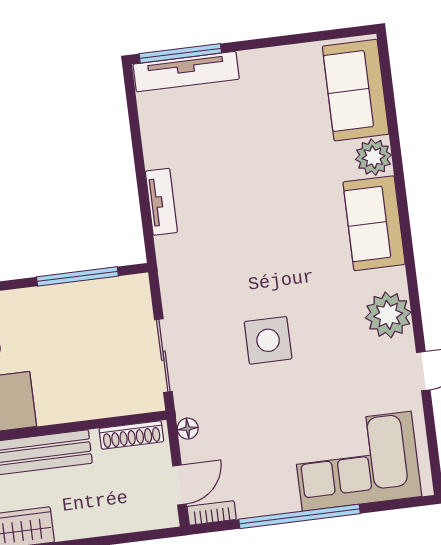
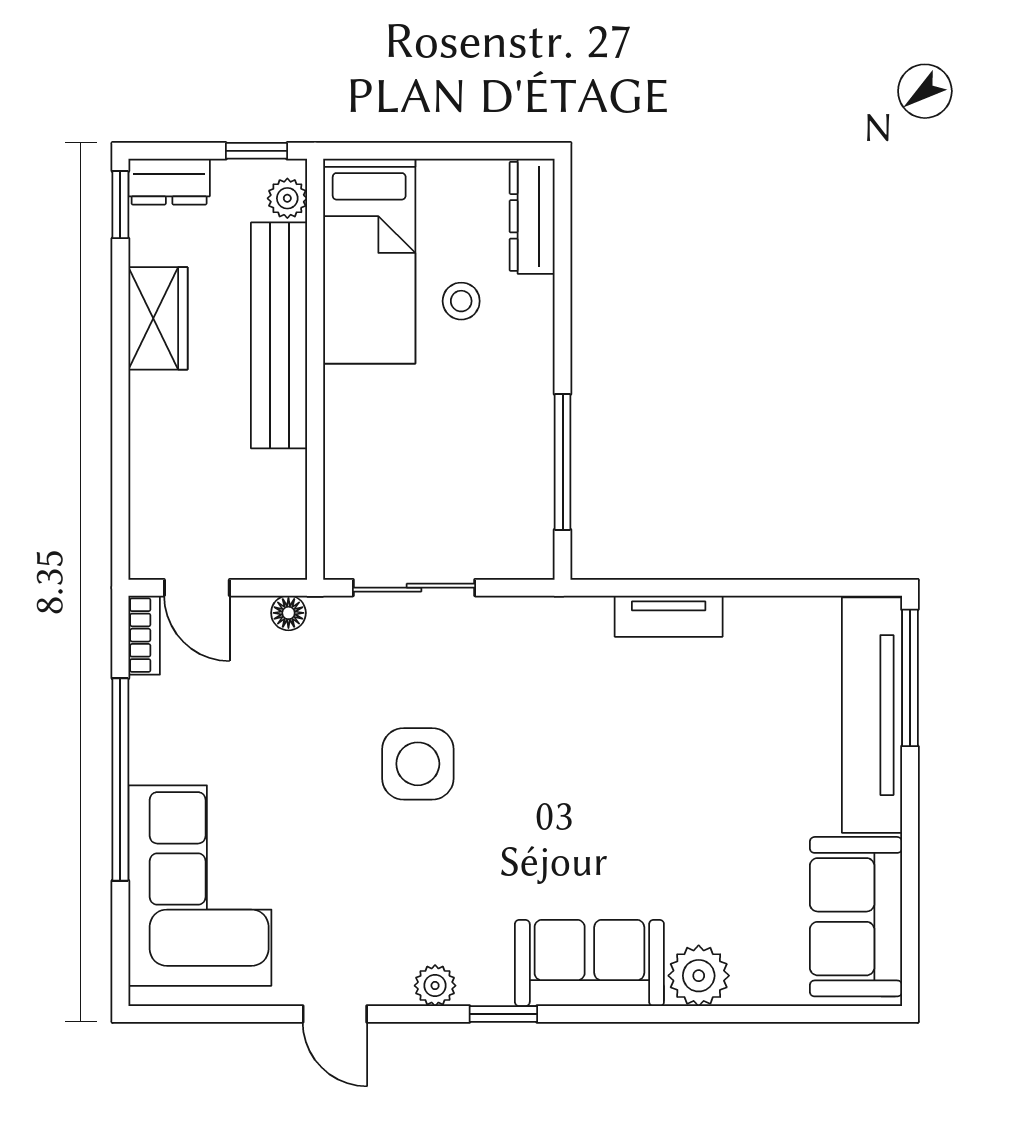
tv unit: (186, 72) -> (872, 715), width x1.36, depth x1.29
sofa: (356, 90) -> (856, 917), moved, turned -90
window: (411, 271) -> (503, 1014), added
plant: (388, 315) -> (435, 986), width x0.53, depth x0.53
shoe rack: (131, 435) -> (289, 519), removed

